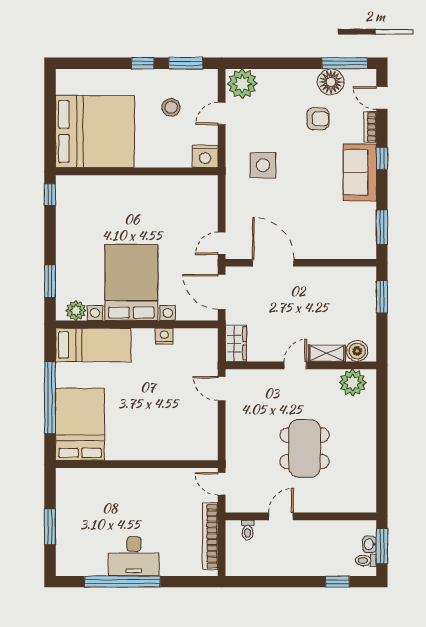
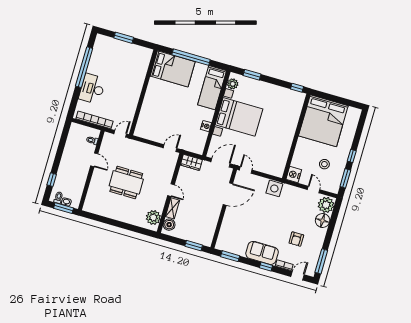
floor lamp: (331, 82) -> (323, 221), moved
side table: (263, 165) -> (274, 188), moved
desk: (134, 556) -> (92, 89), moved

